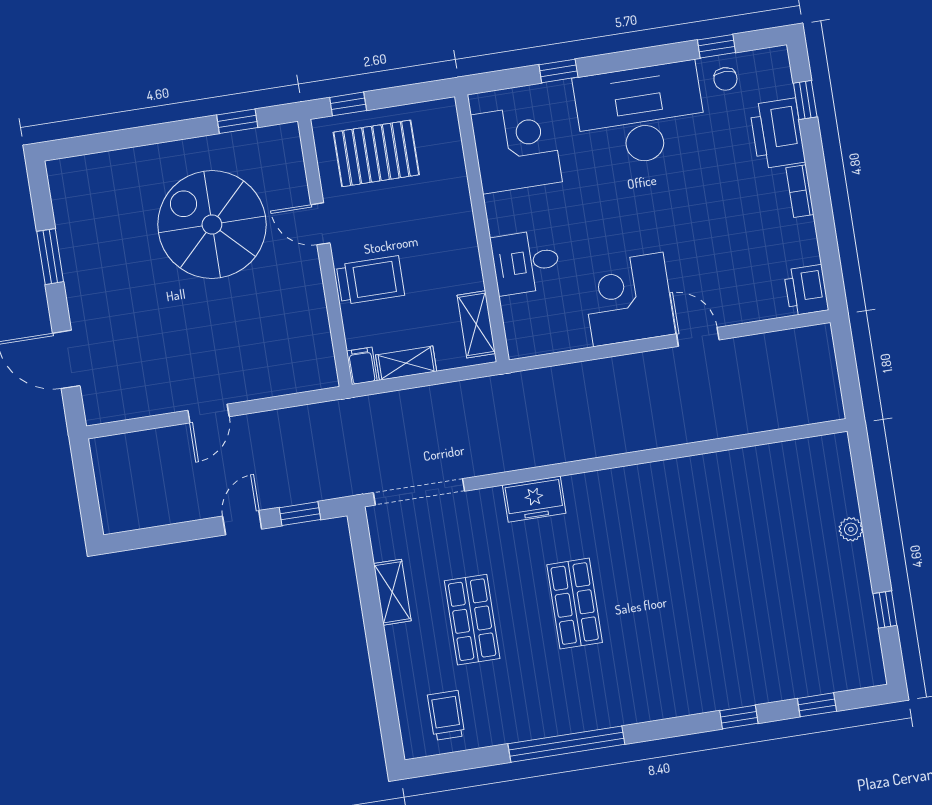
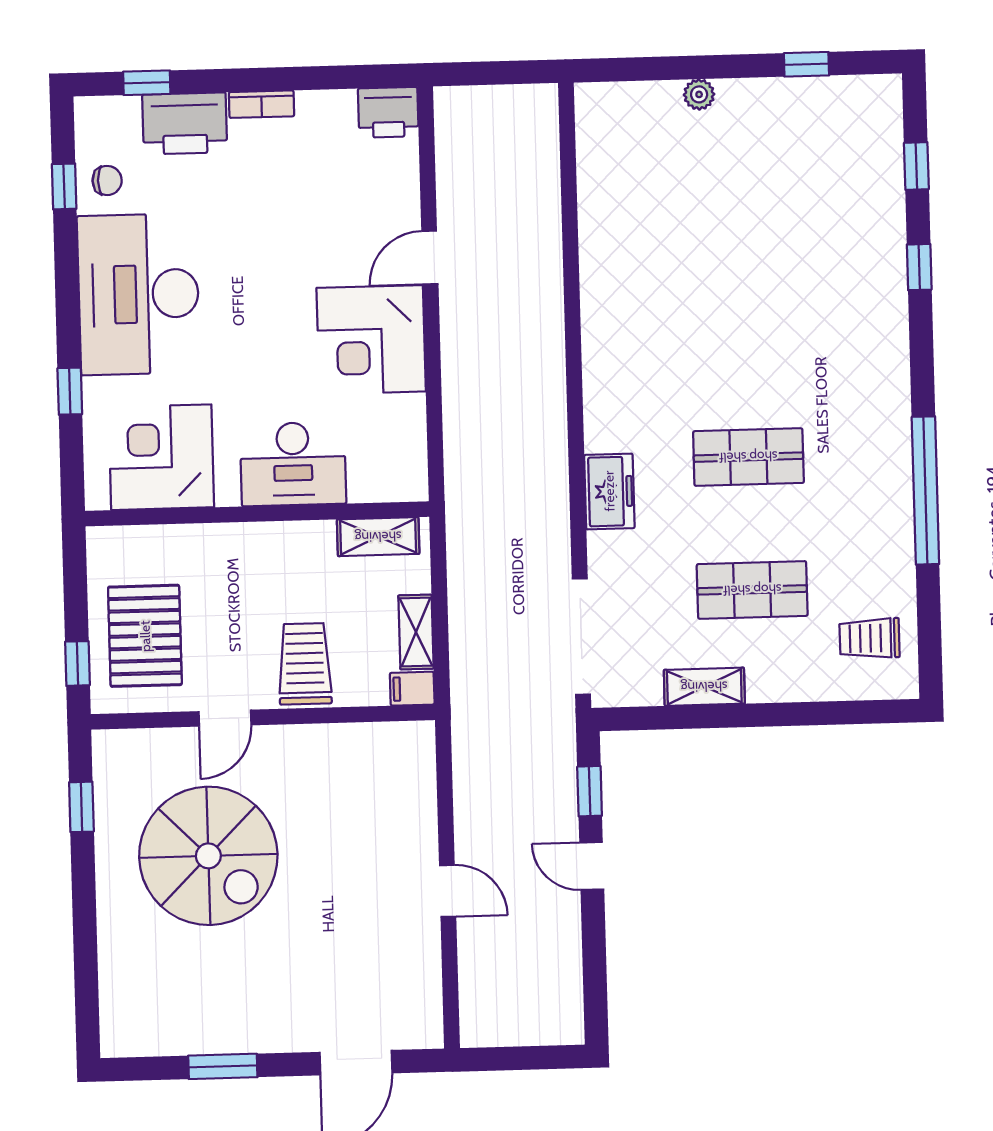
spiral stairs: (212, 224) -> (208, 856), turned -90
desk: (526, 262) -> (293, 464), width x1.37

